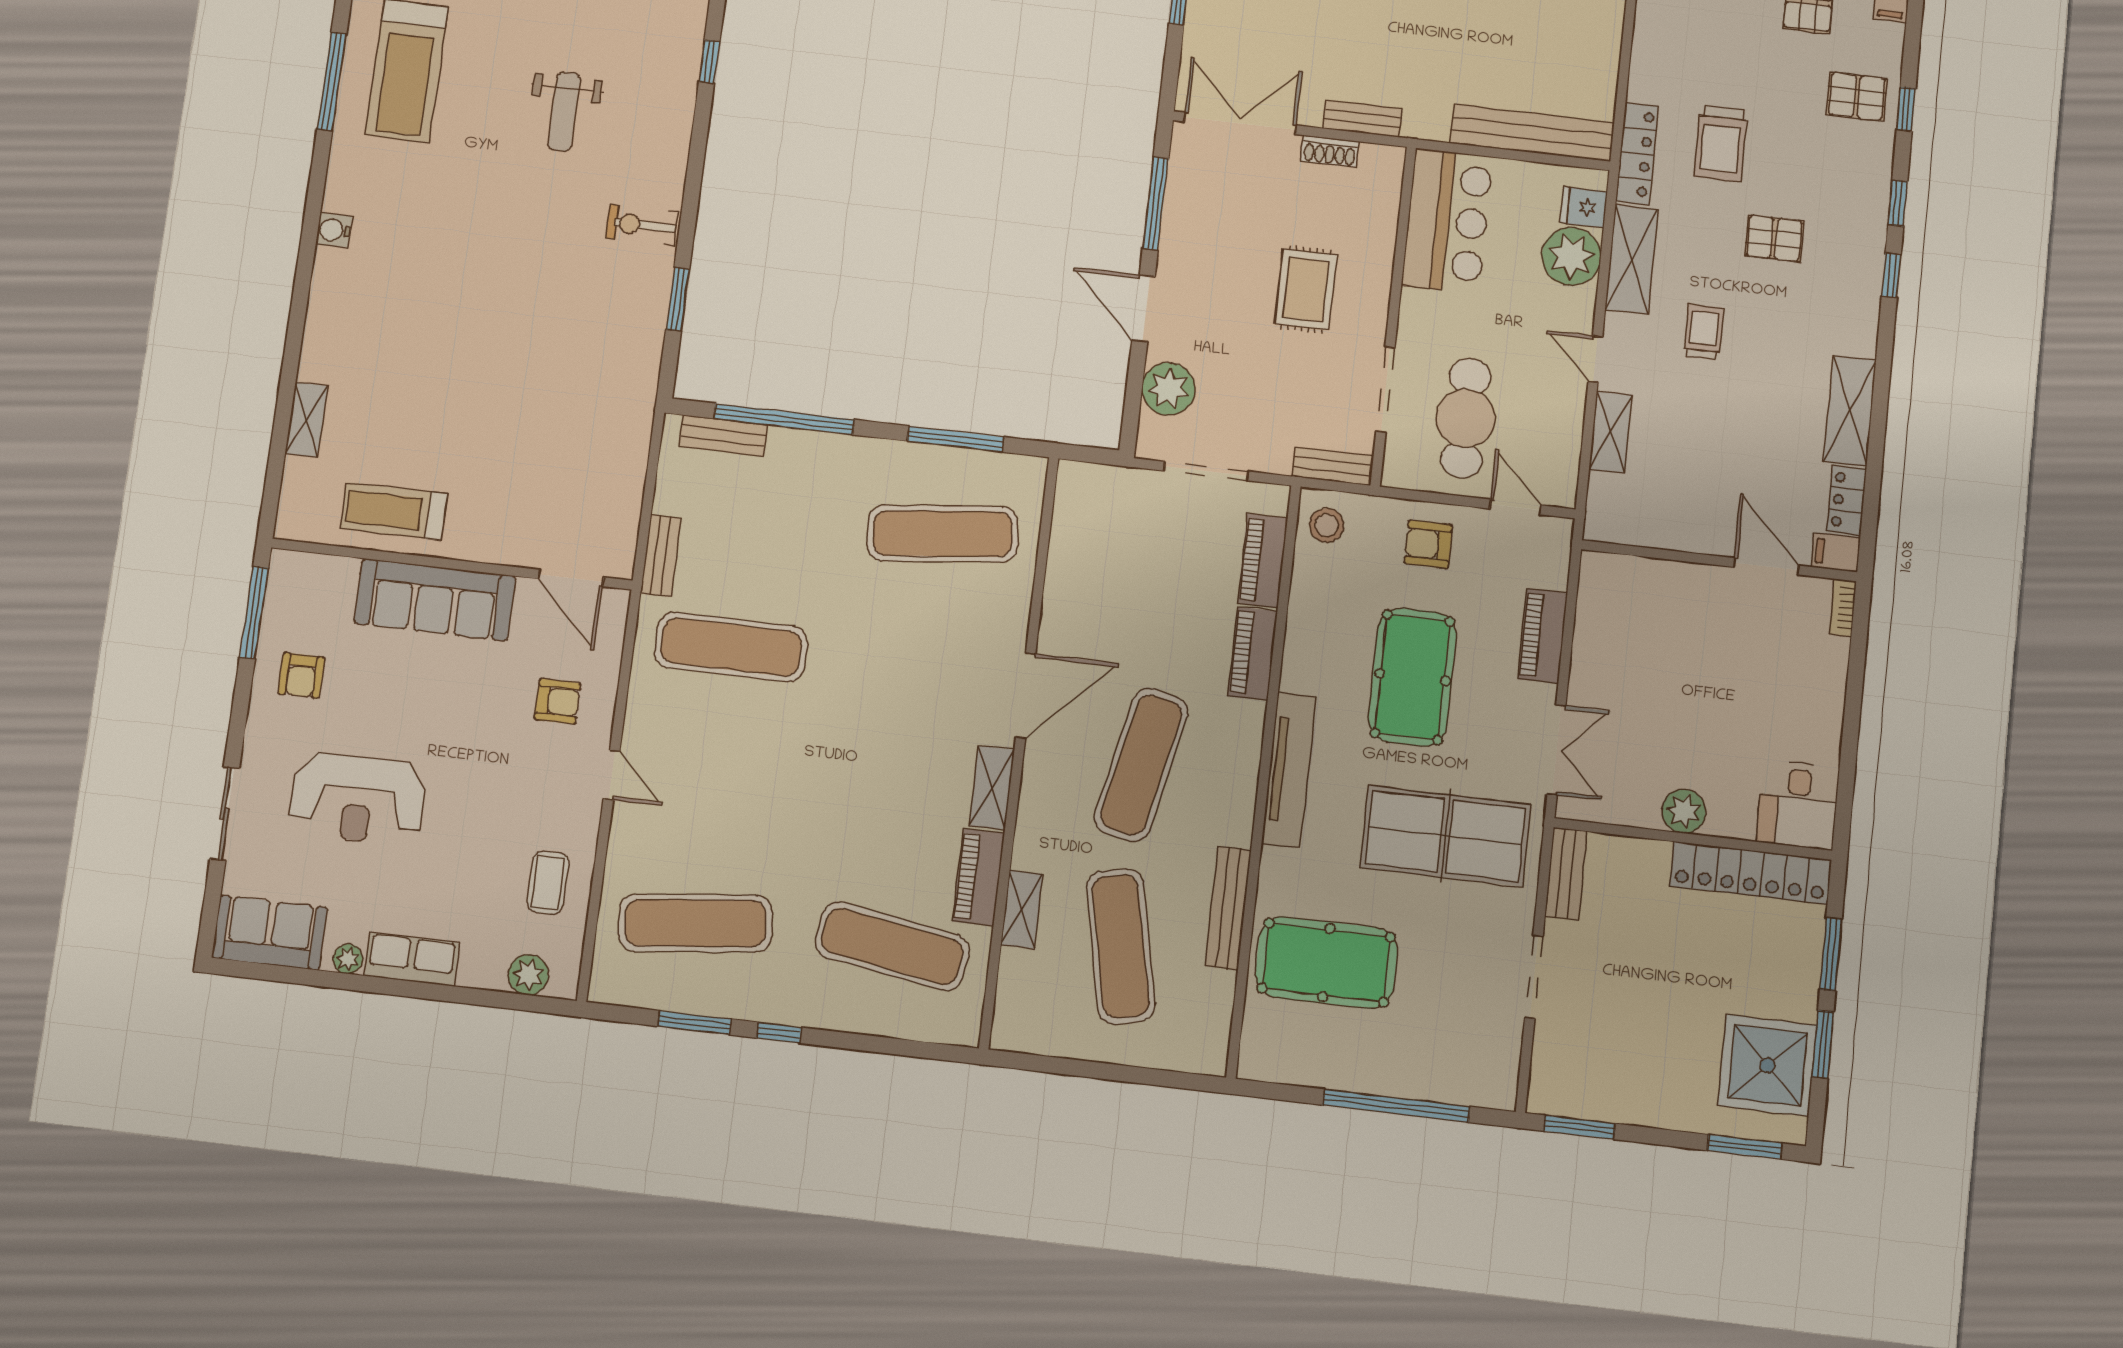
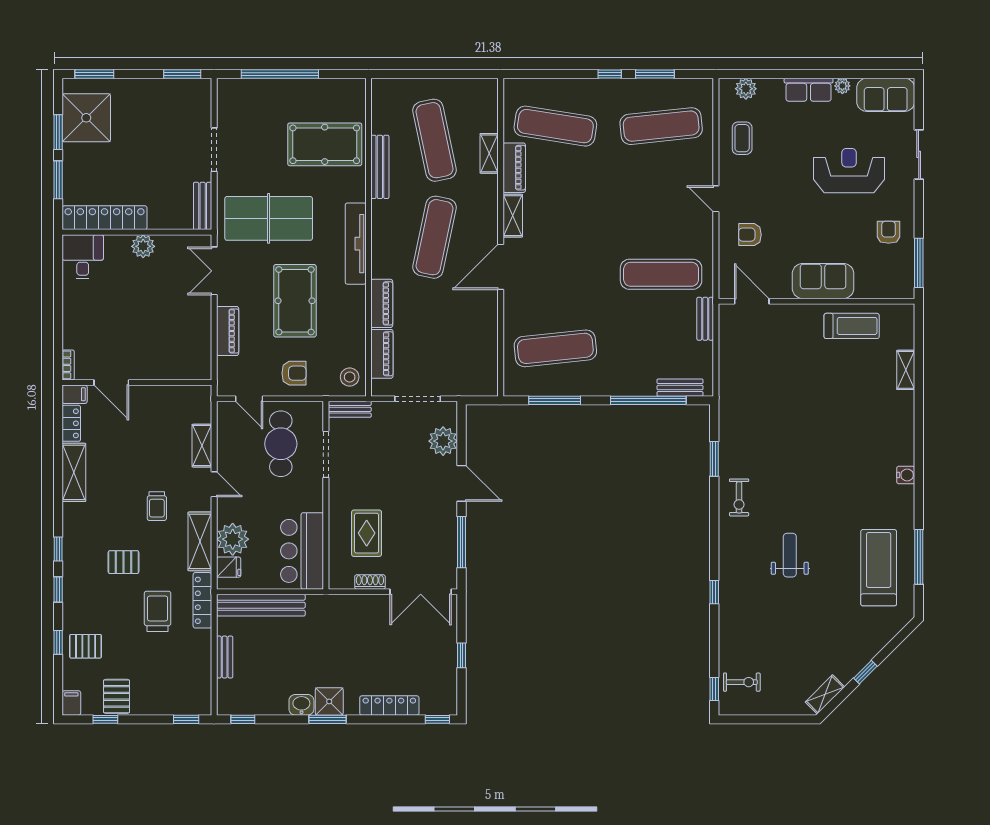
bench: (1362, 119) -> (225, 657), moved, turned 90
exercise bike: (642, 225) -> (739, 497), turned 90
rug: (1306, 289) -> (367, 533), moved
sofa: (435, 600) -> (823, 281), width x0.73

